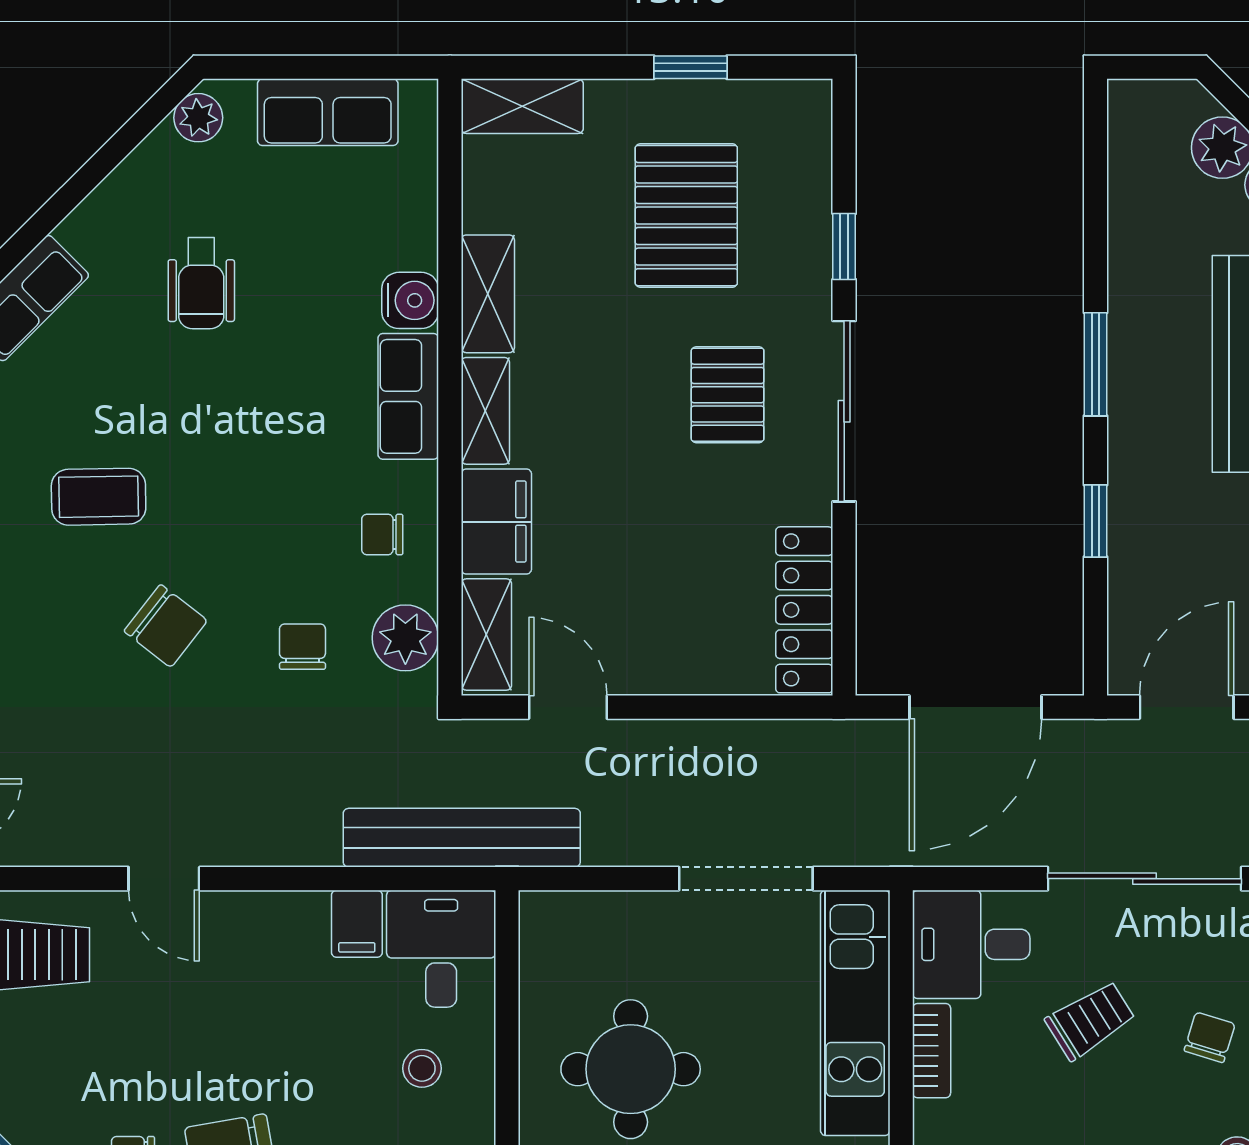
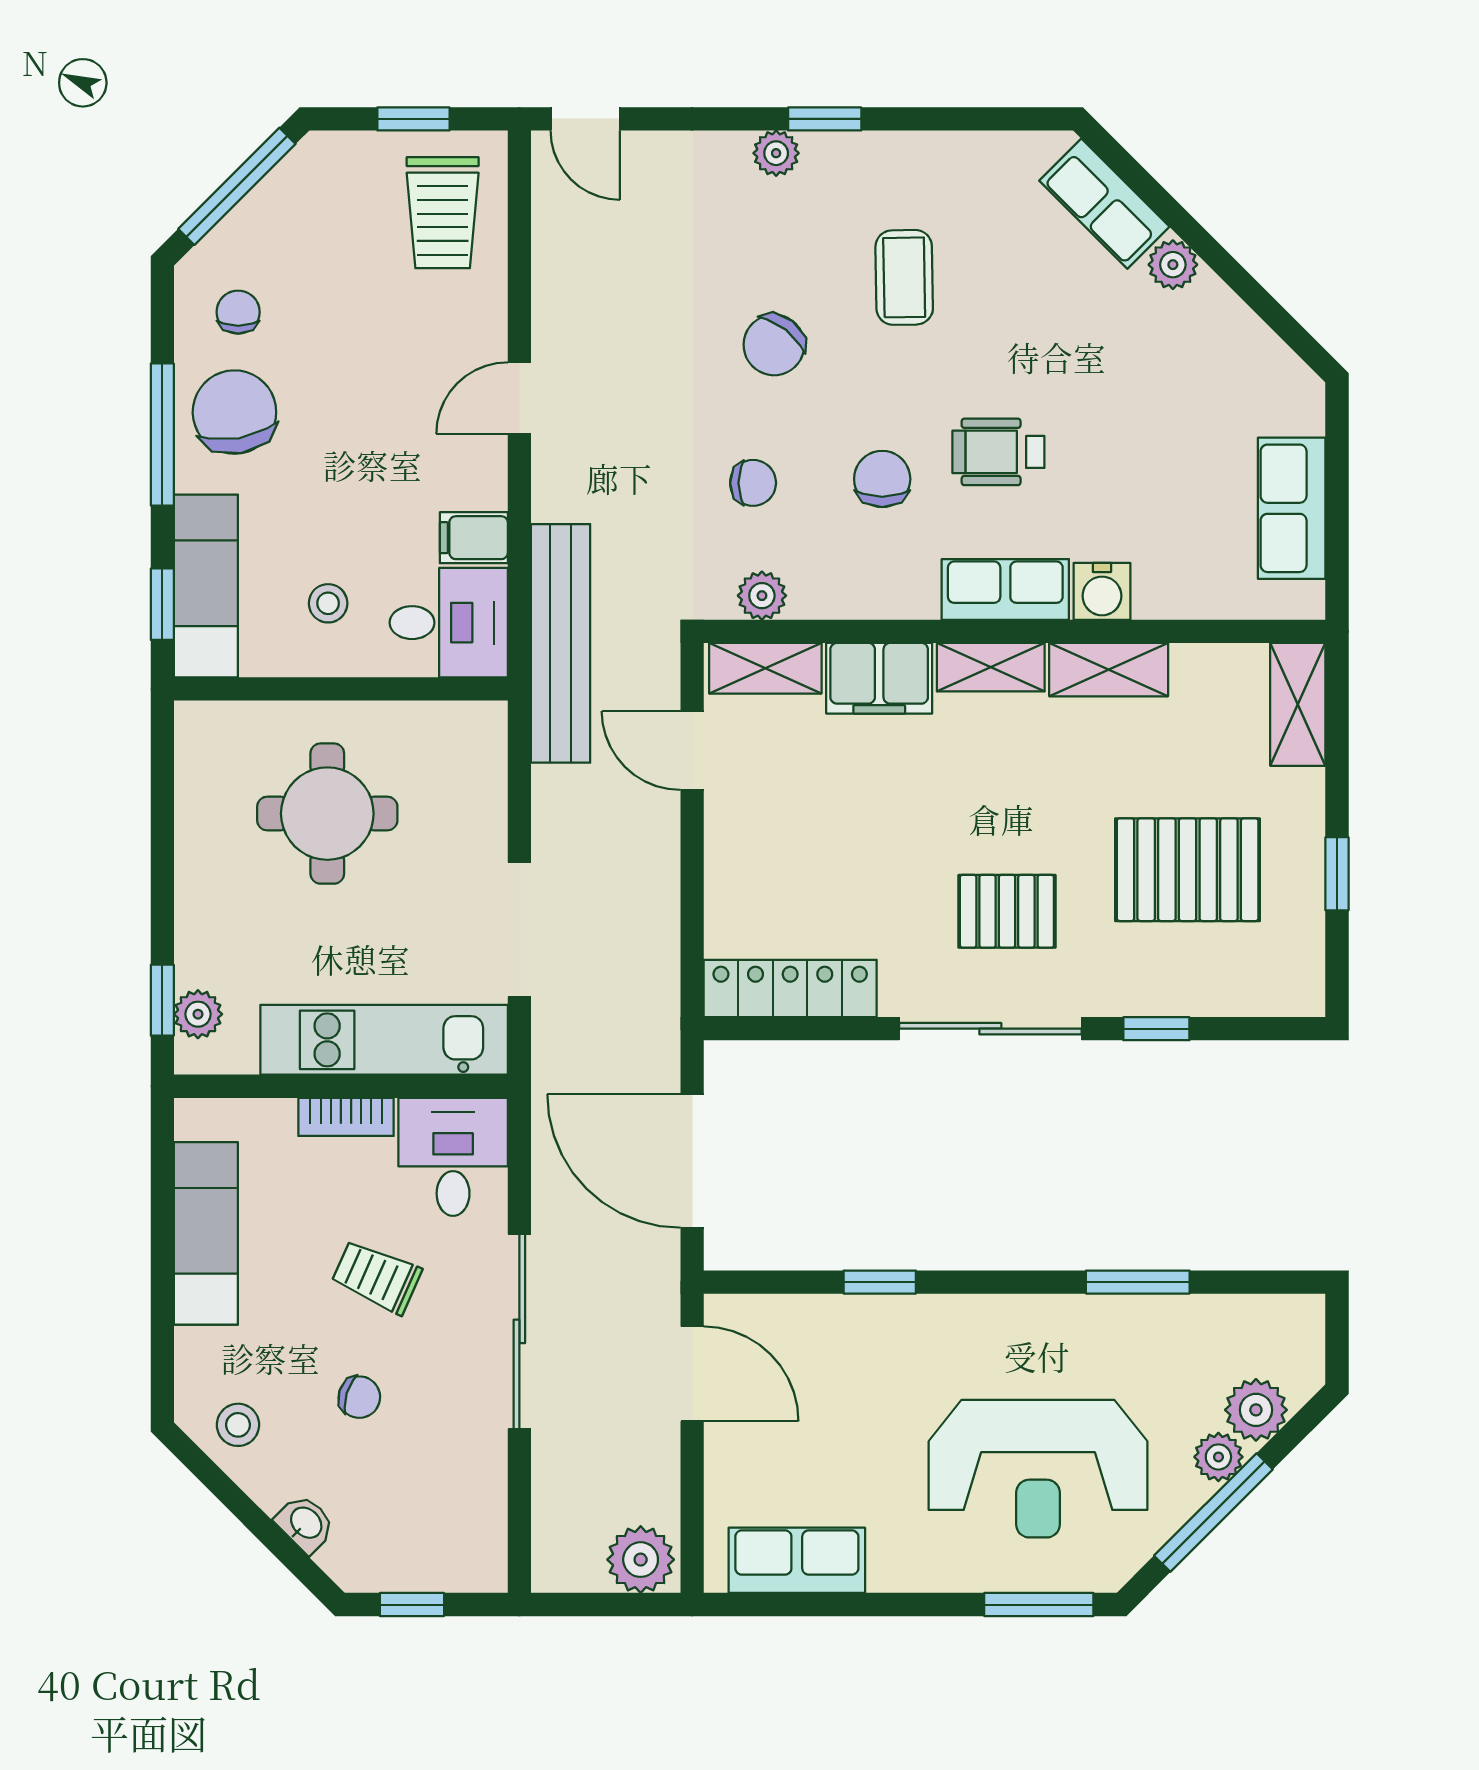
plant: (198, 118) -> (1173, 265), moved
wheelchair: (201, 283) -> (998, 452), moved
window: (1095, 364) -> (1138, 1282), moved
chair: (382, 534) -> (882, 479), moved, width x1.37, depth x1.37
plant: (405, 638) -> (762, 596), width x0.73, depth x0.73
door: (568, 707) -> (692, 750), swing flipped
door: (164, 879) -> (519, 398), moved
trolley: (1090, 1020) -> (377, 1277), turned 146

